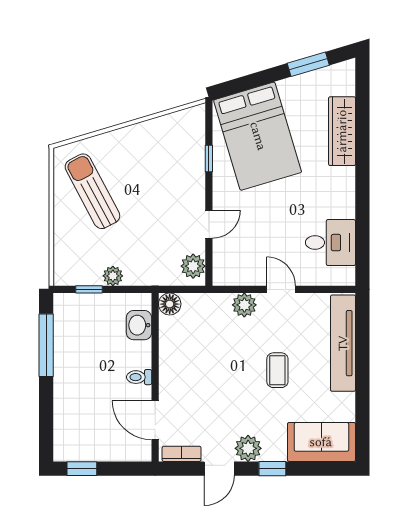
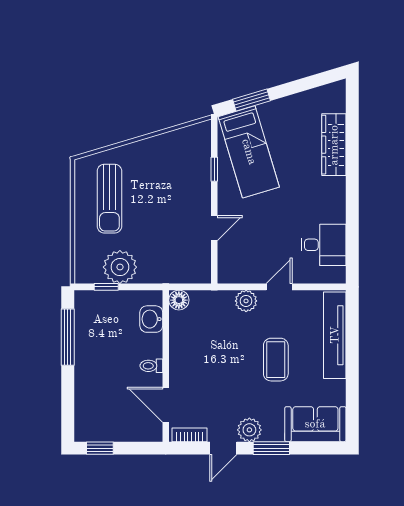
window: (308, 64) -> (252, 100), moved
bed: (258, 136) -> (249, 152), width x0.67
sun lounger: (92, 191) -> (109, 199), turned -152
plant: (193, 266) -> (200, 266), removed
plant: (113, 276) -> (120, 267), width x1.87, depth x1.87
door: (281, 289) -> (279, 287), hinge flipped
coffee table: (277, 370) -> (276, 360), width x1.36, depth x1.30
window: (272, 469) -> (271, 448), width x1.50

